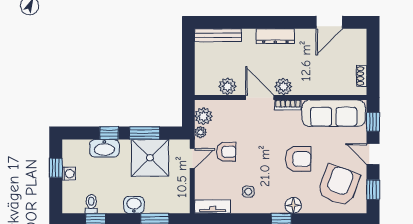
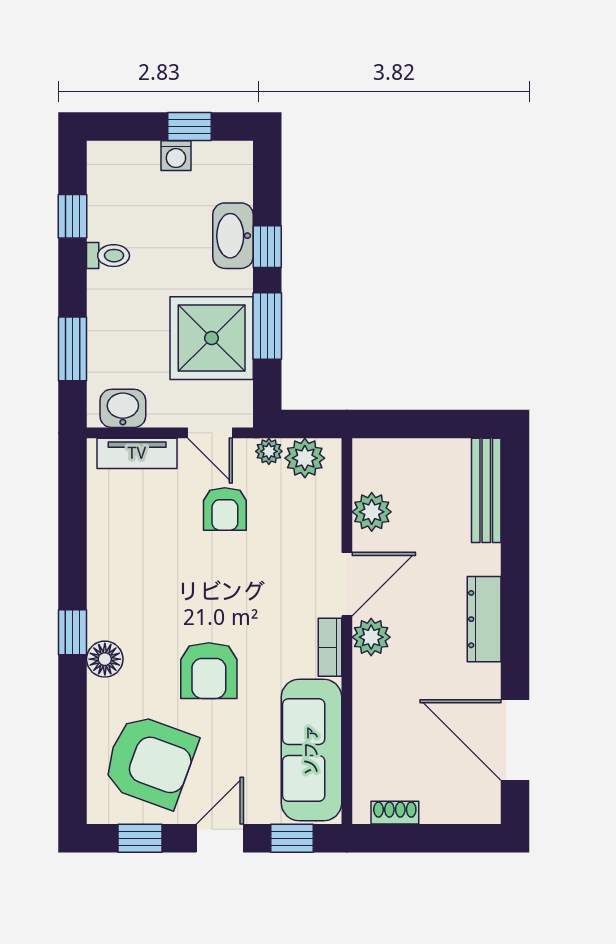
door: (329, 22) -> (515, 740), width x1.36
side table: (248, 192) -> (136, 558), removed
toilet: (91, 204) -> (108, 256), moved
washbasin: (134, 205) -> (123, 408), moved, turned -90
tv unit: (213, 207) -> (137, 453), moved, turned 90

